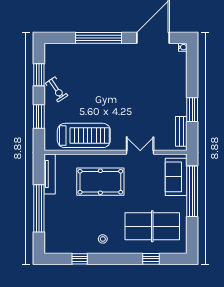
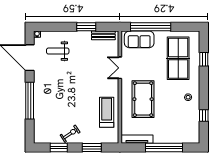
weight bench: (161, 73) -> (58, 51), added
treadmill: (84, 135) -> (107, 112), width x0.73, depth x0.73

